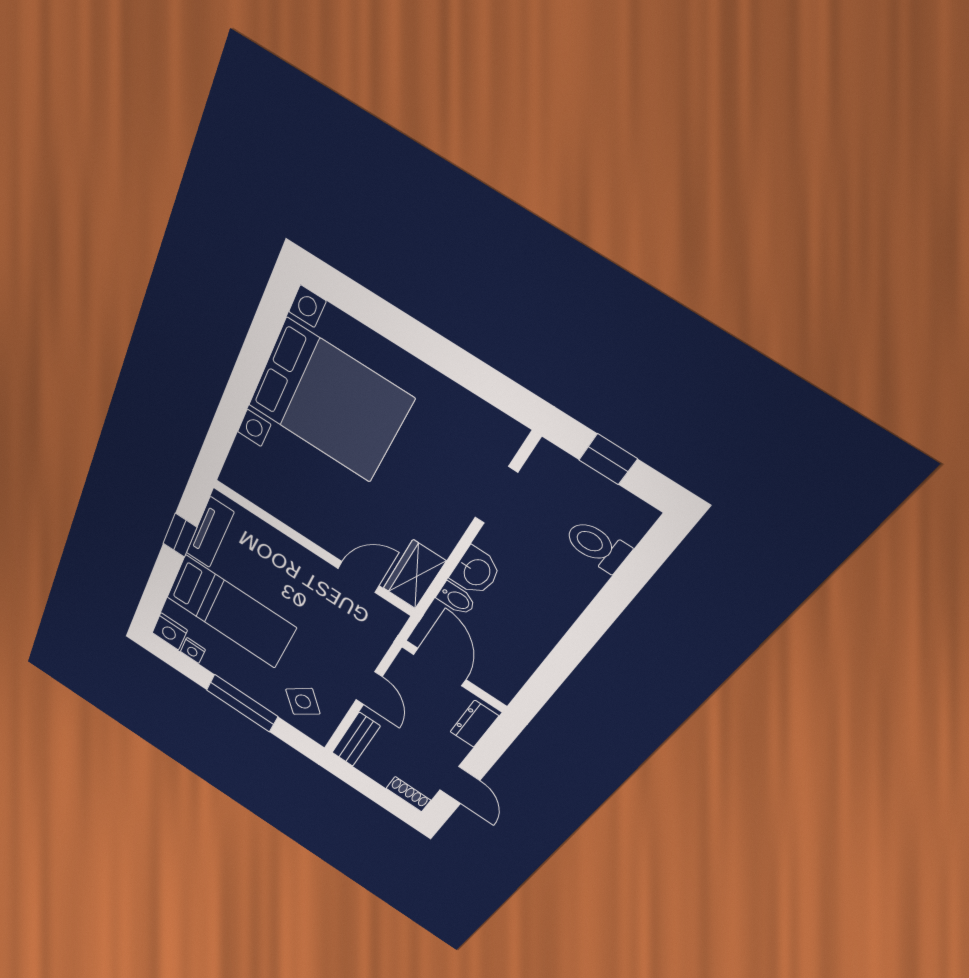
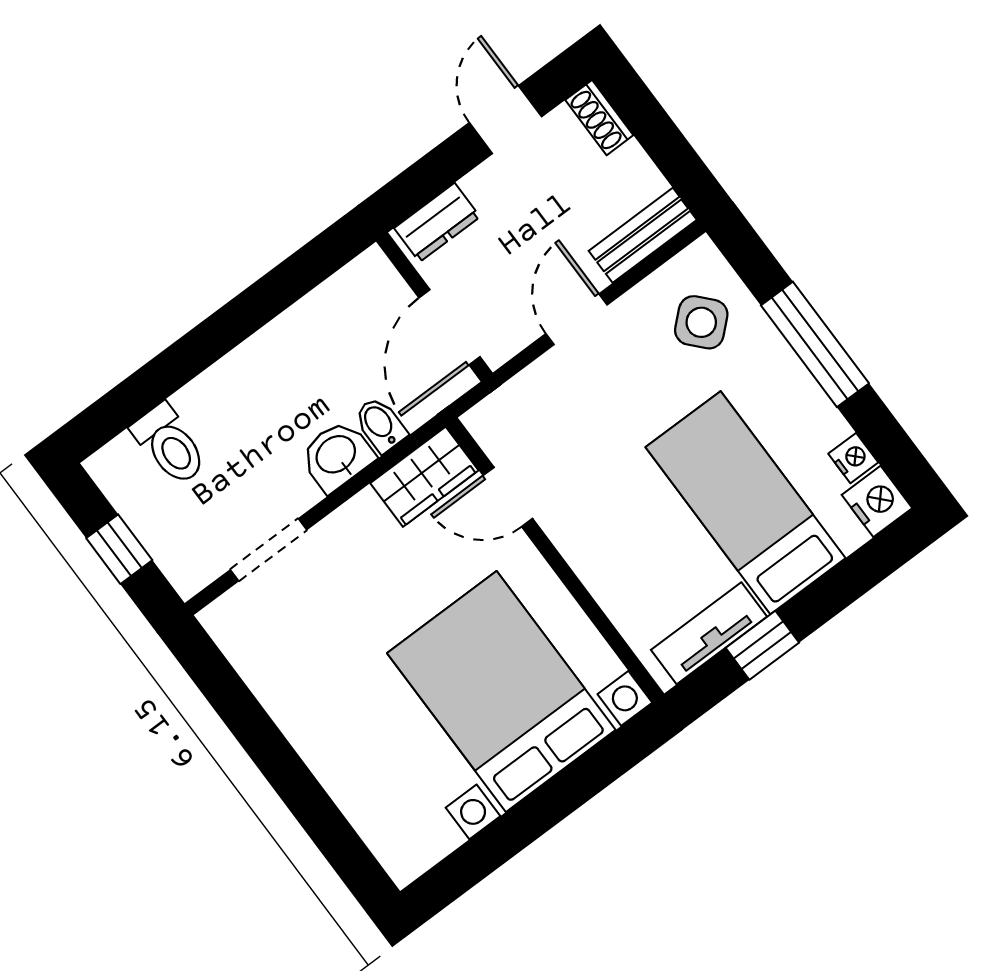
bed with nightstands: (329, 402) -> (501, 692), moved

